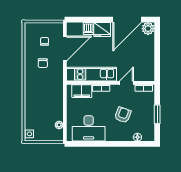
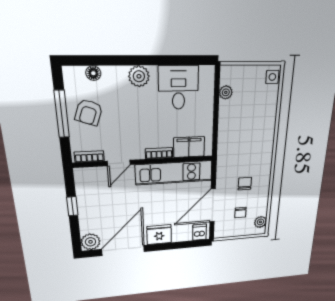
dishwasher: (88, 29) -> (200, 232), moved
plant: (29, 33) -> (260, 222), added
window: (157, 56) -> (72, 206), added
window: (157, 114) -> (62, 114), width x1.44
armchair: (123, 115) -> (89, 112), moved
desk: (89, 128) -> (178, 88), width x0.73
plant: (112, 135) -> (139, 76), added

